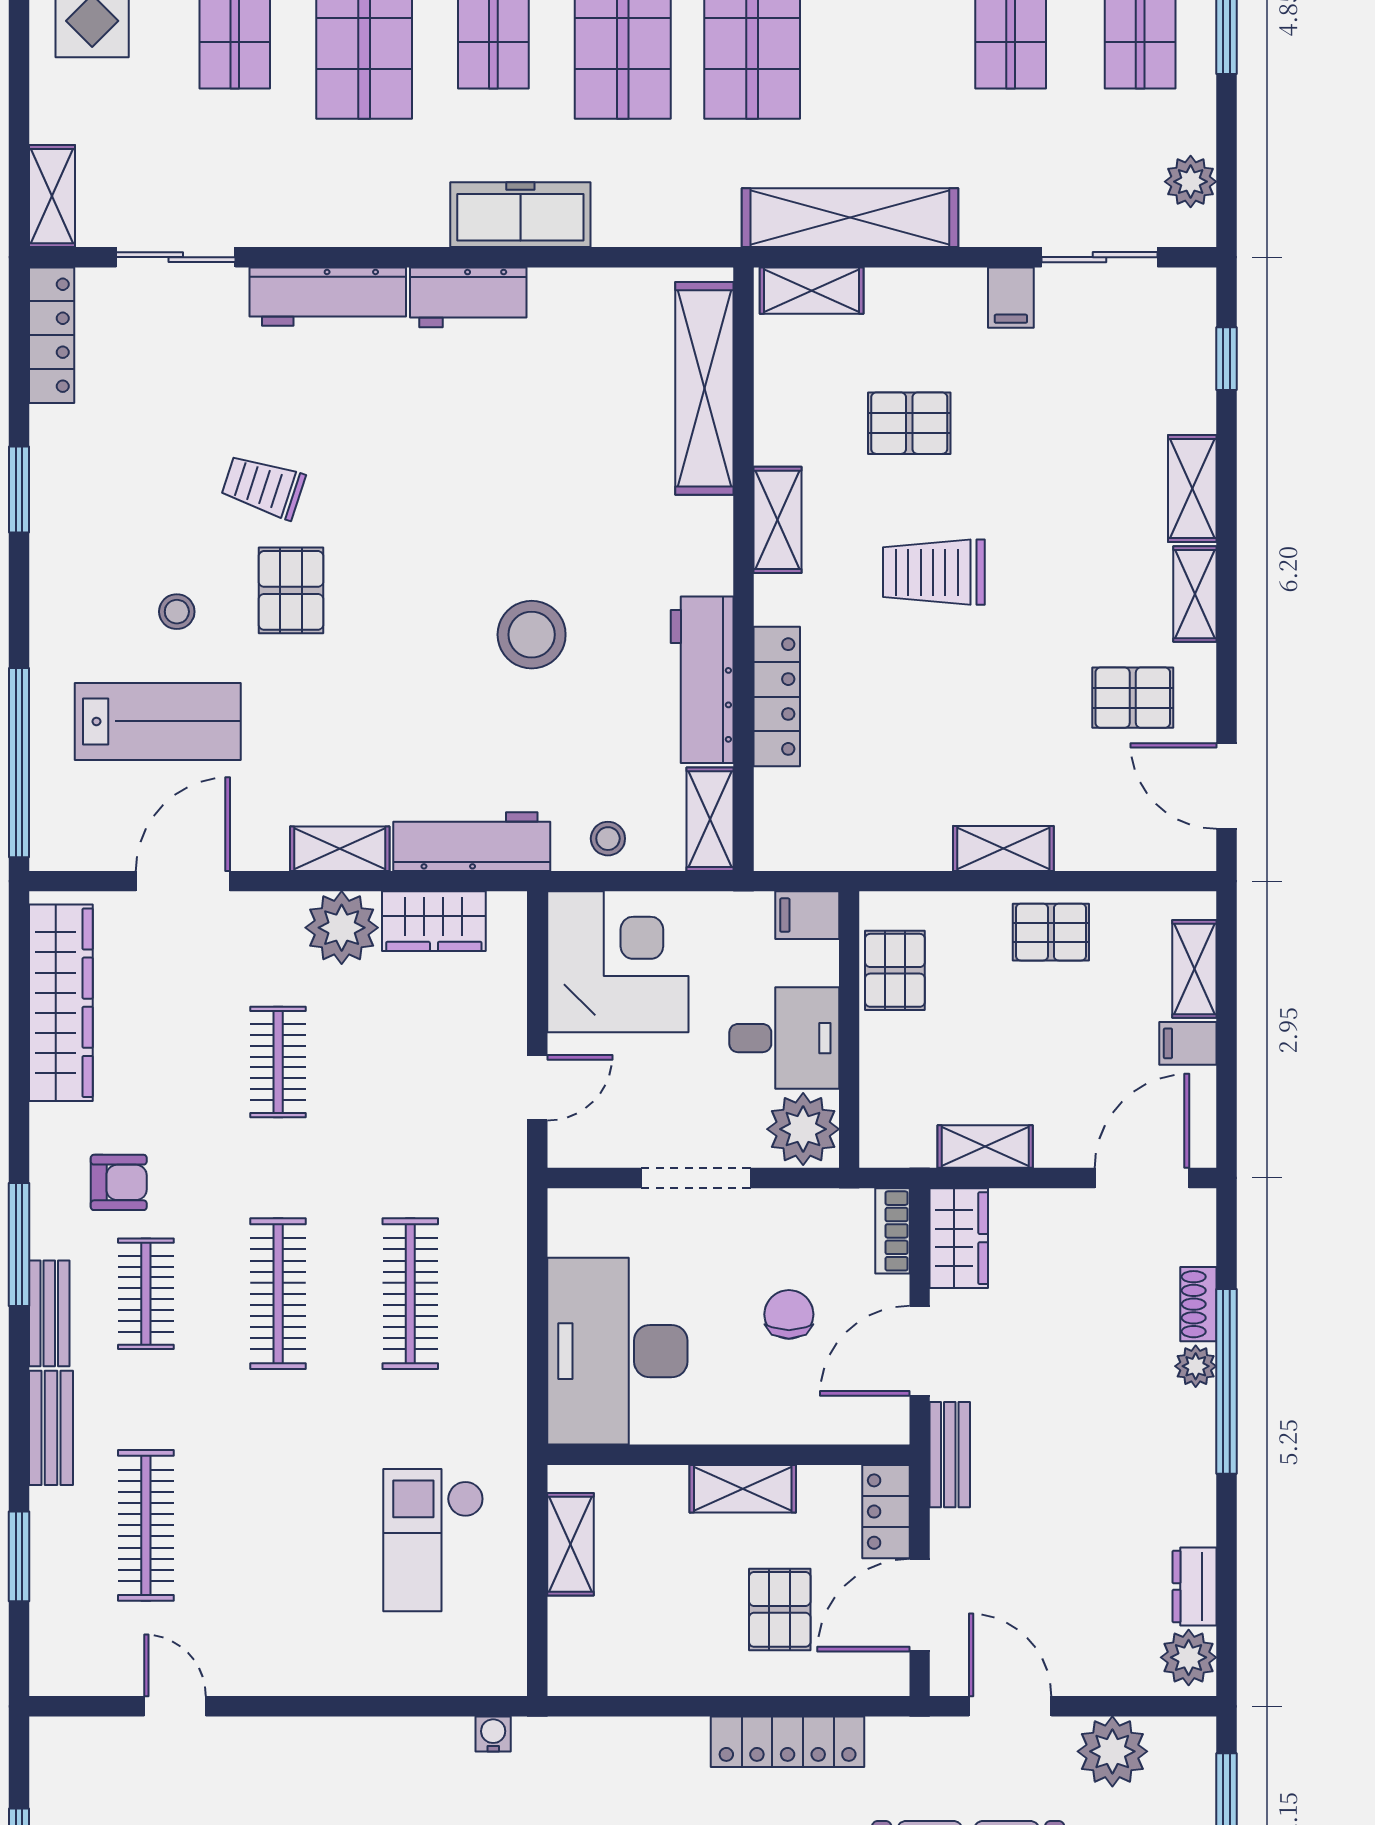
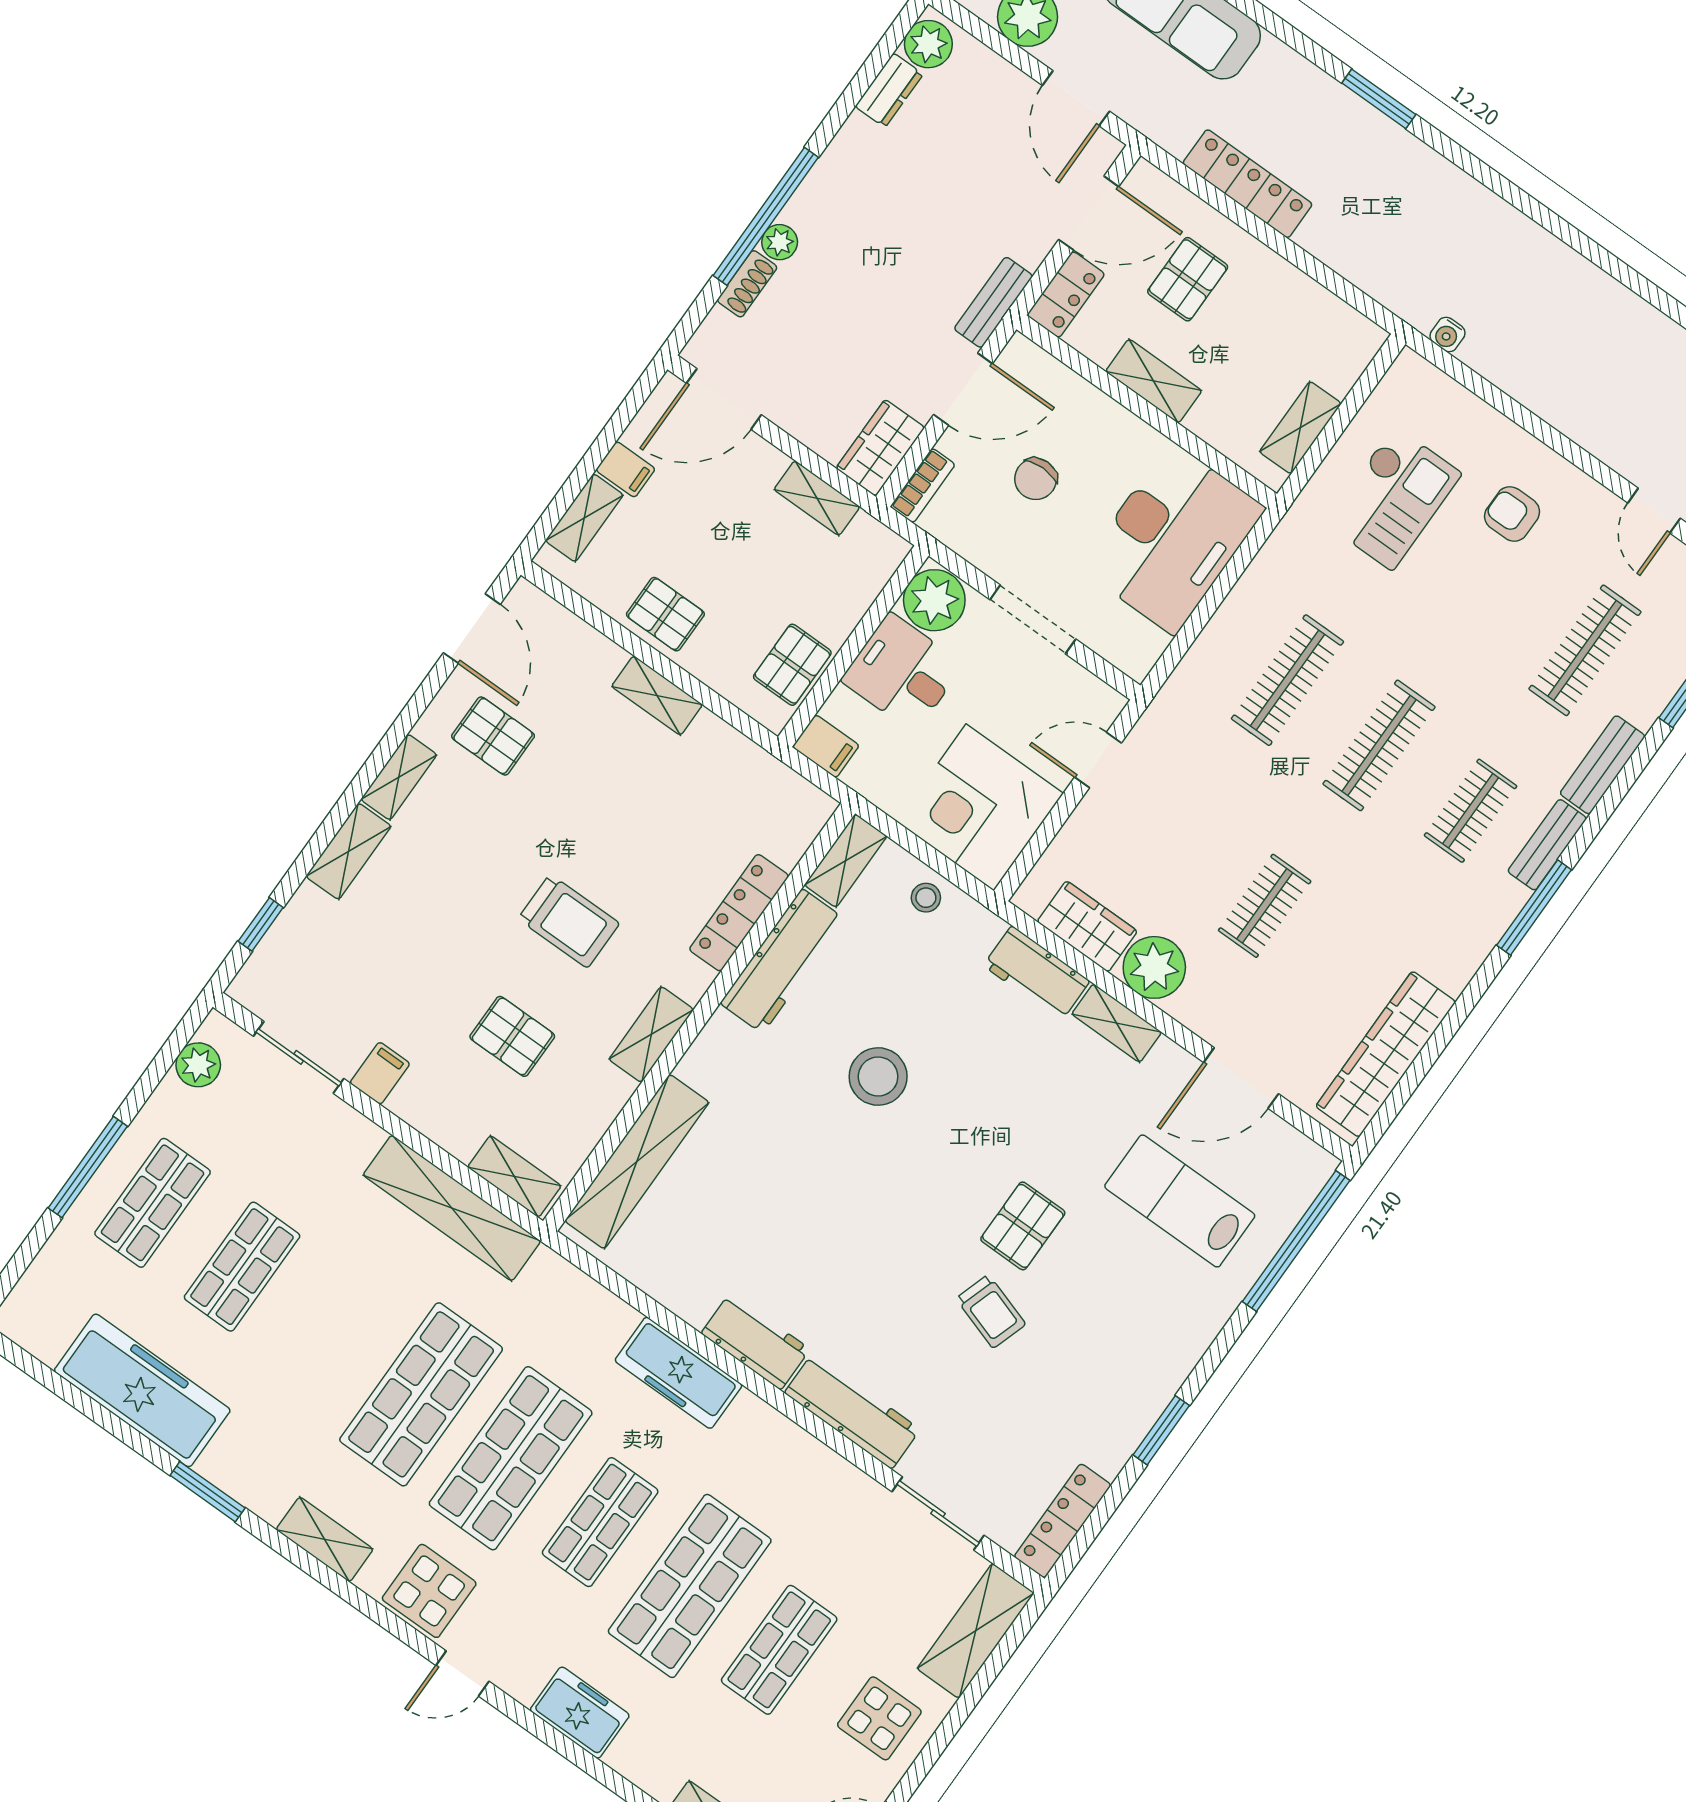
shelving: (52, 196) -> (976, 1631), width x1.50, depth x1.33
stool: (177, 612) -> (1112, 1268), removed
workbench: (472, 842) -> (1037, 973), width x0.73
armchair: (119, 1182) -> (1512, 514), moved

